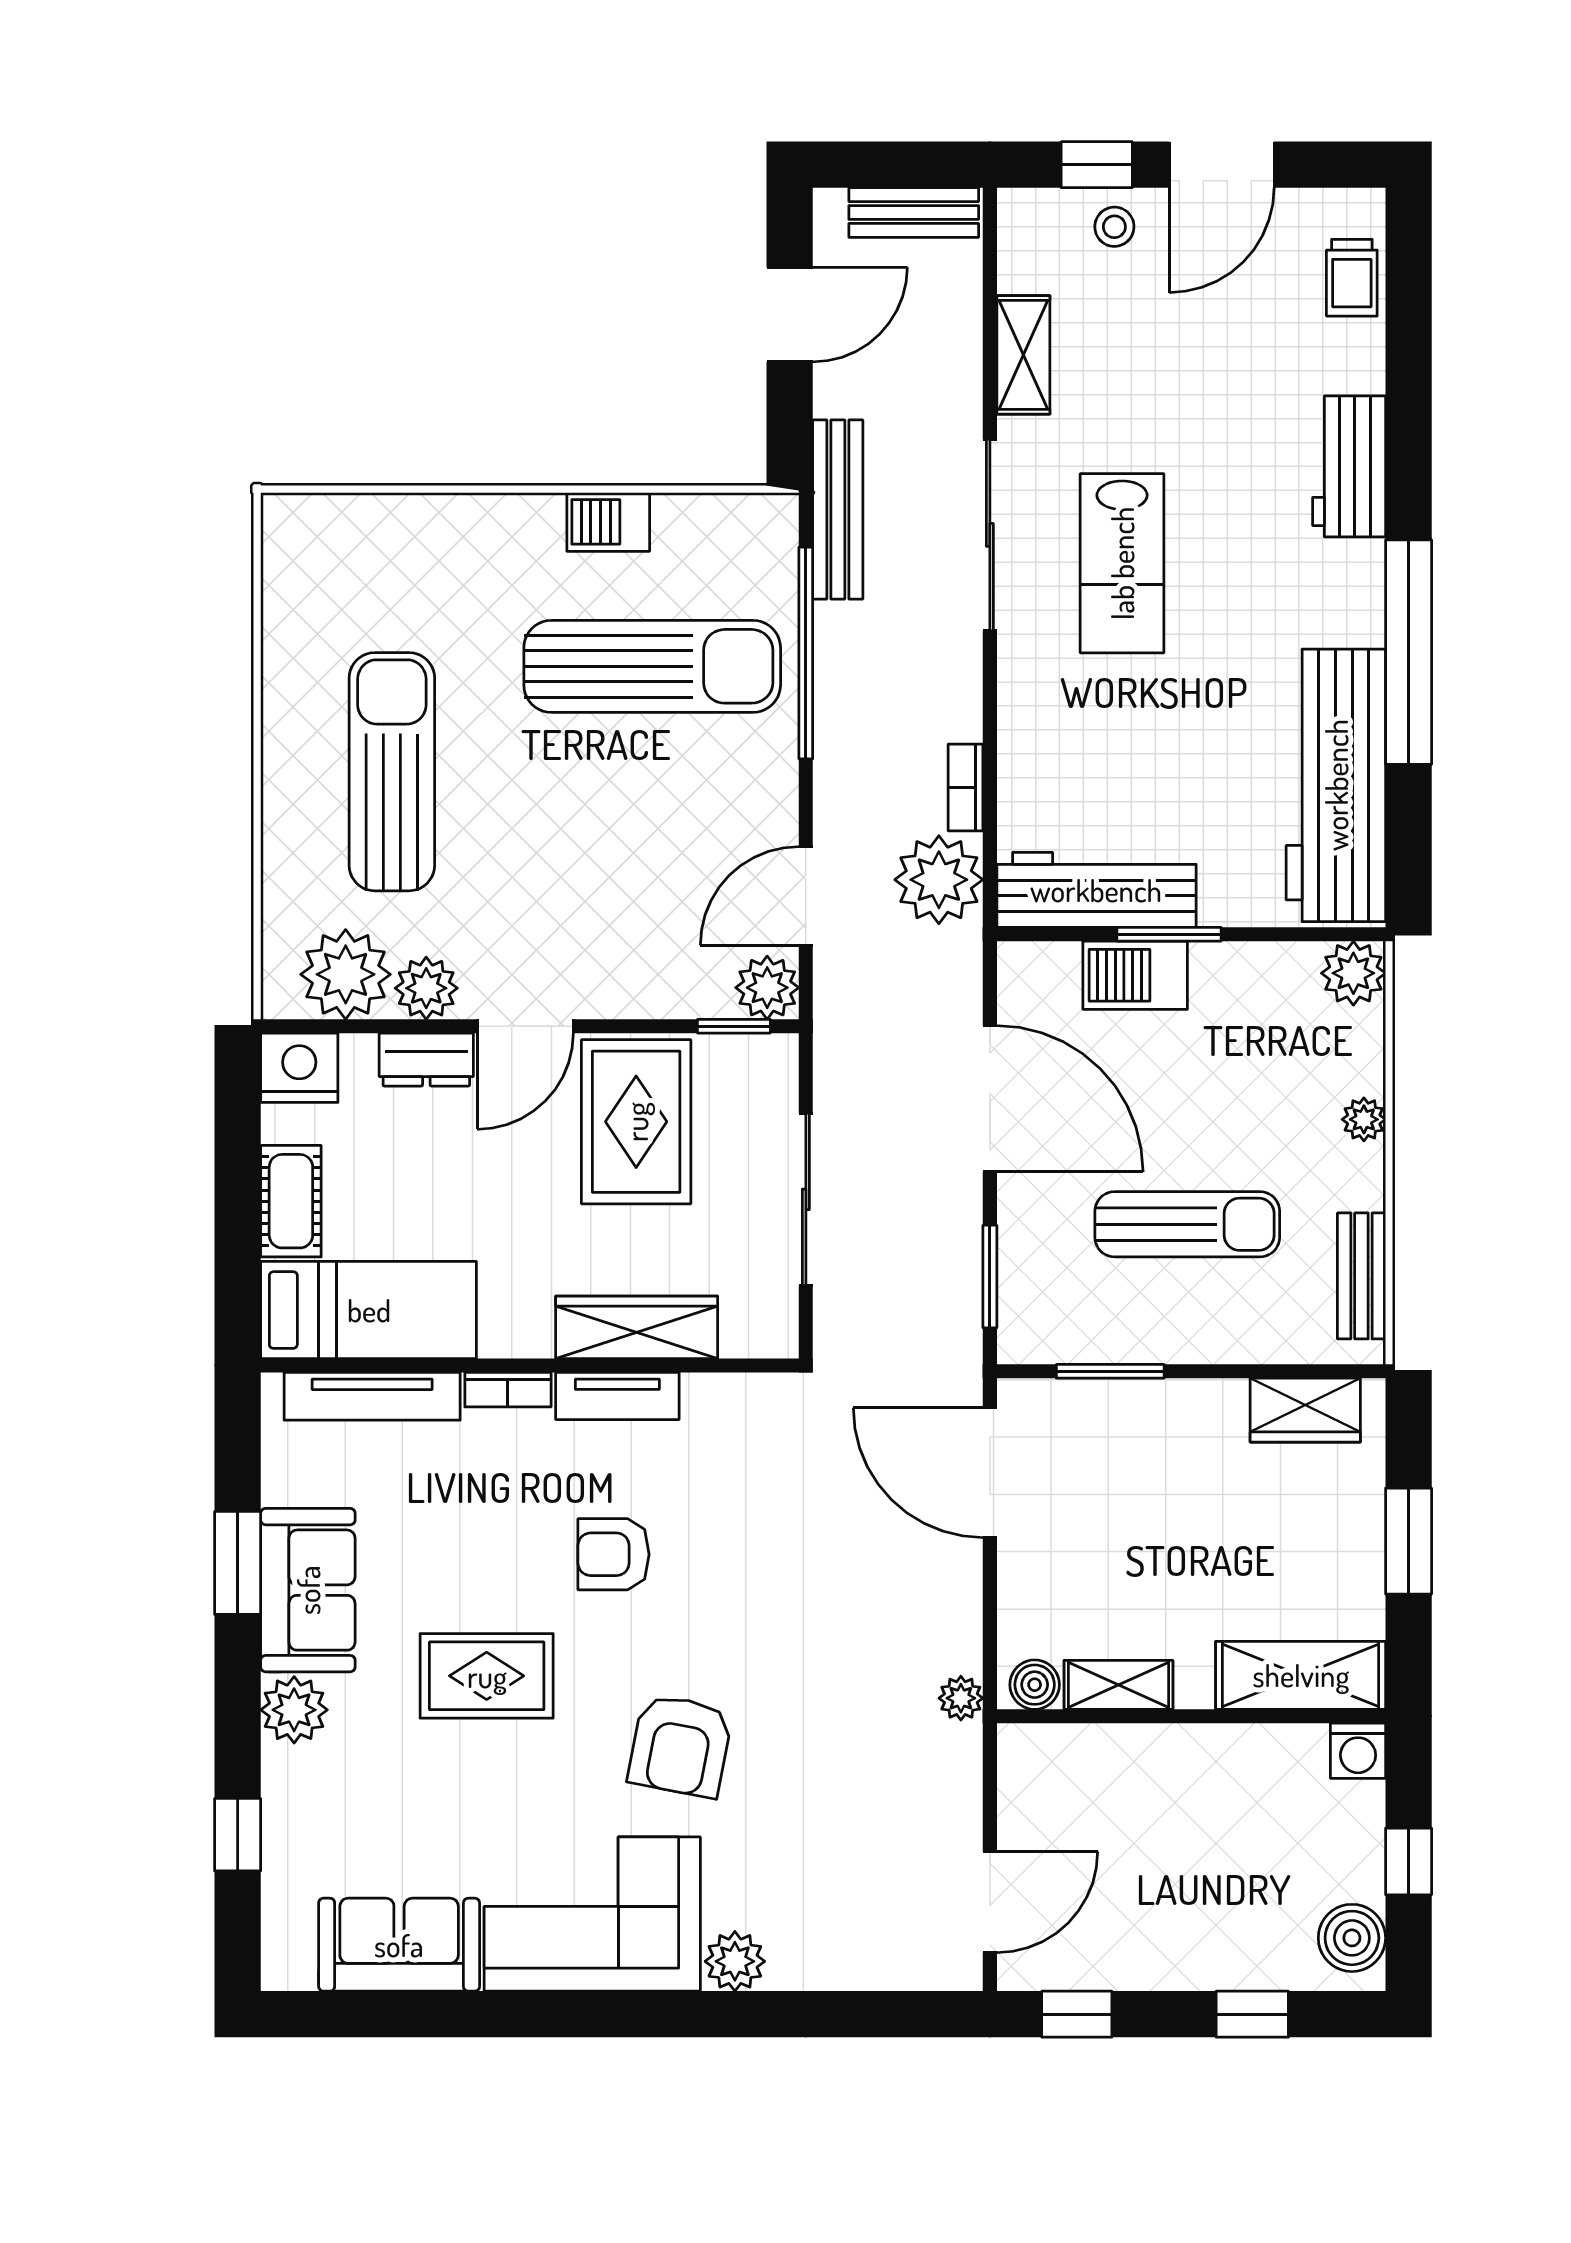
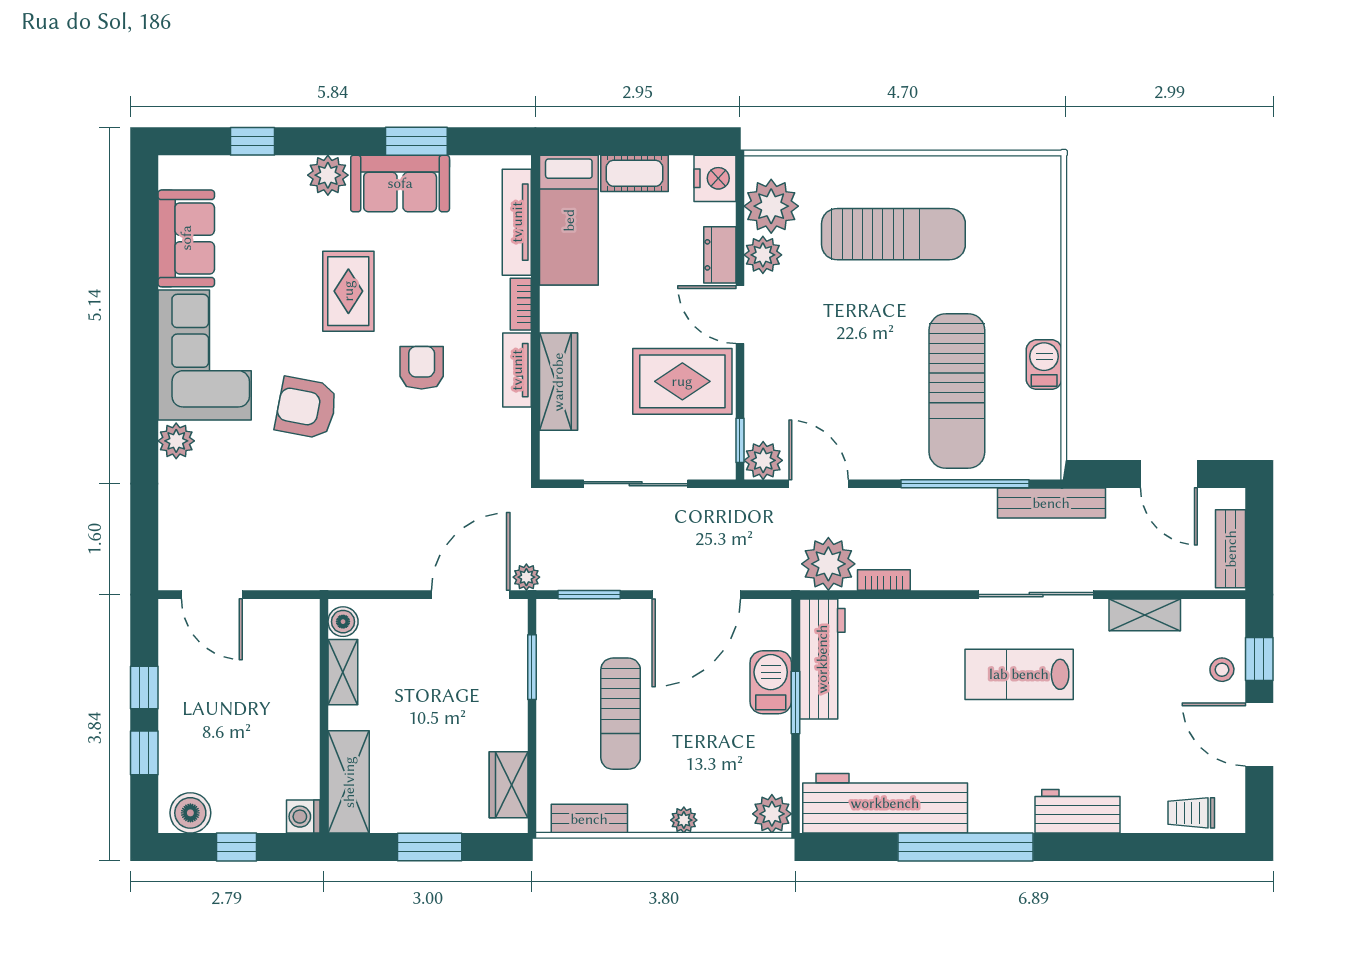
plant: (961, 1698) -> (526, 577), moved
window: (1077, 2014) -> (144, 688), moved

